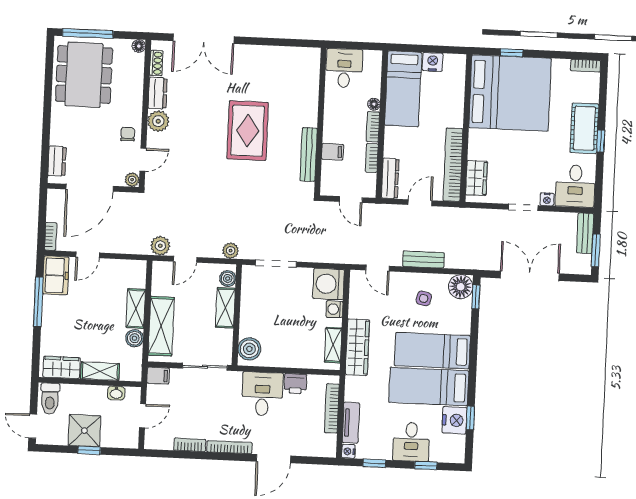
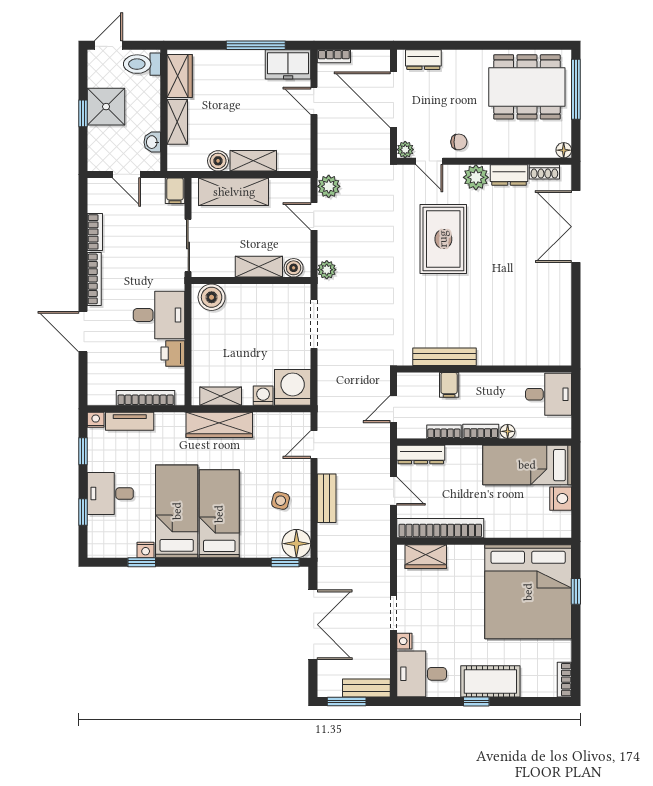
rug: (248, 131) -> (443, 239), moved, turned 90
nightstand: (455, 420) -> (146, 550), width x0.53, depth x0.56

